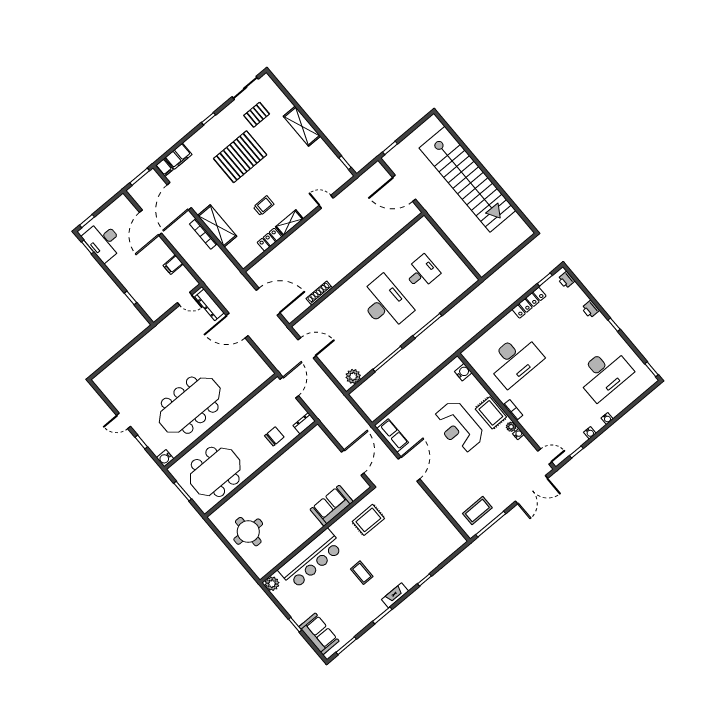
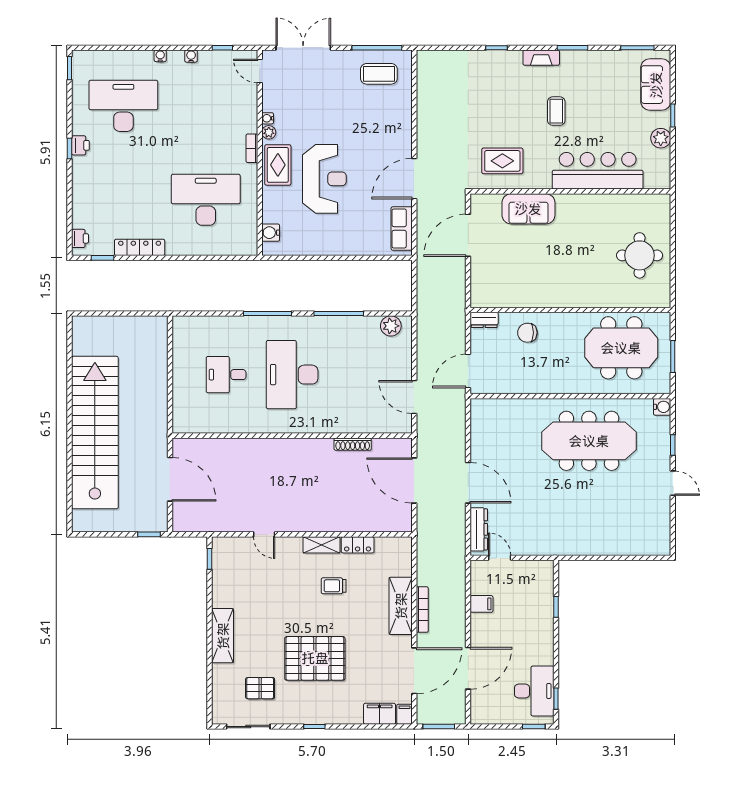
printer: (591, 309) -> (80, 145), moved
plant: (272, 584) -> (661, 138), moved

